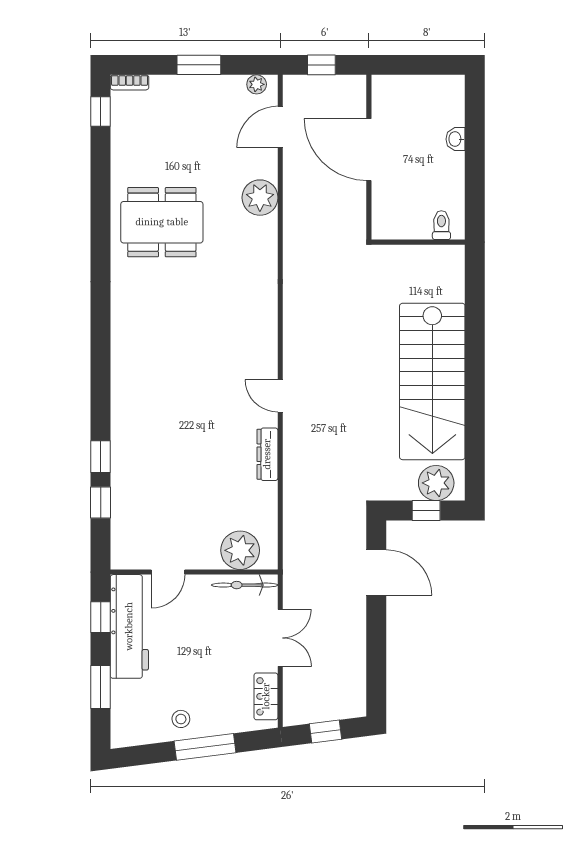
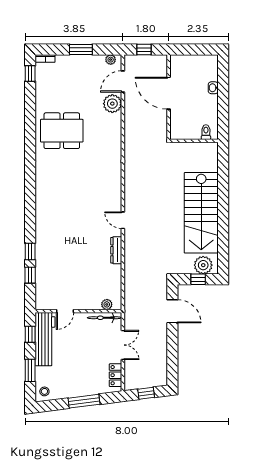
plant: (260, 198) -> (112, 104), moved
plant: (240, 550) -> (107, 304), width x0.53, depth x0.53
stool: (181, 719) -> (44, 391), moved

